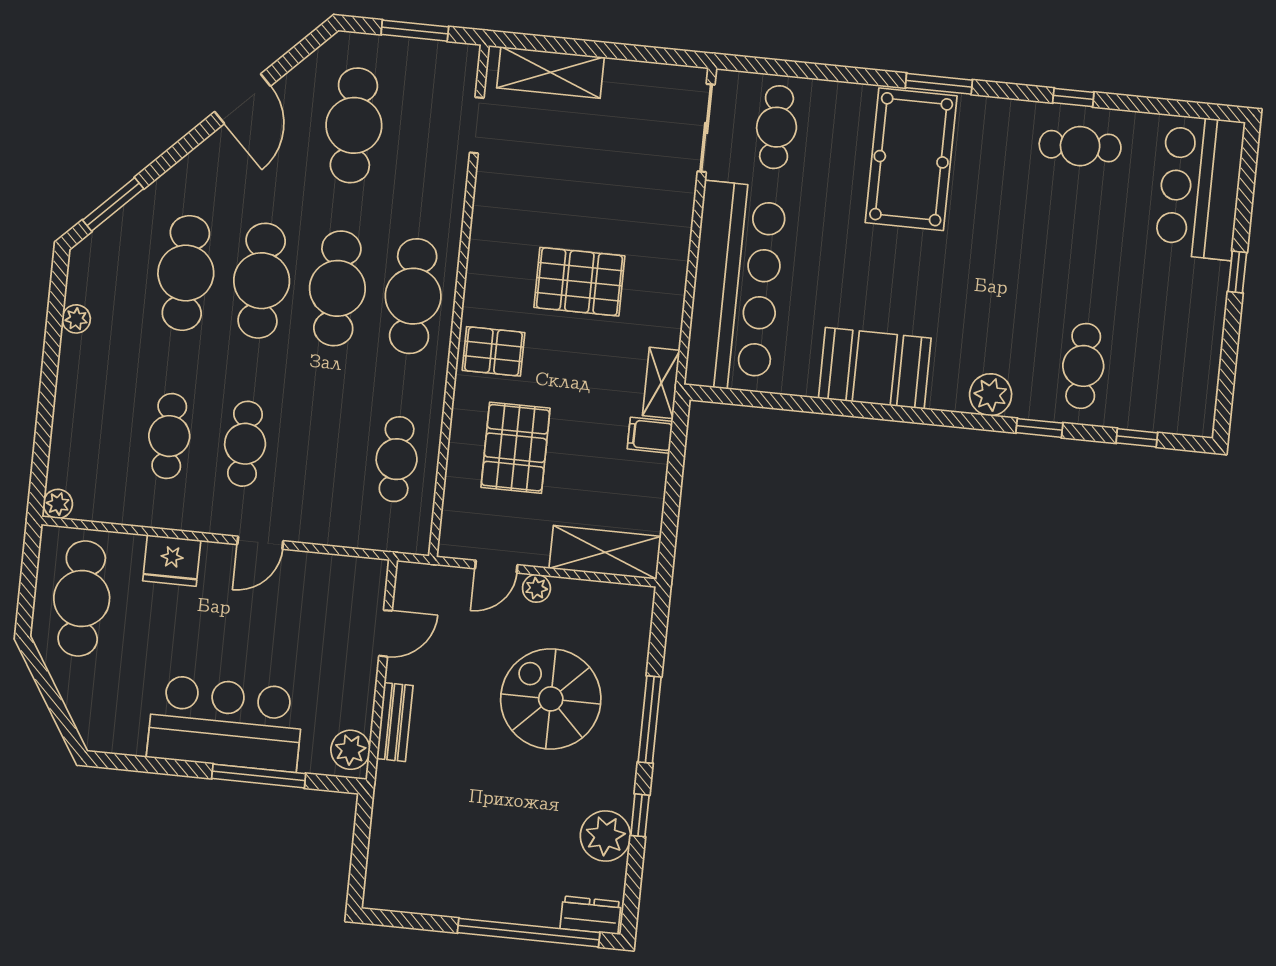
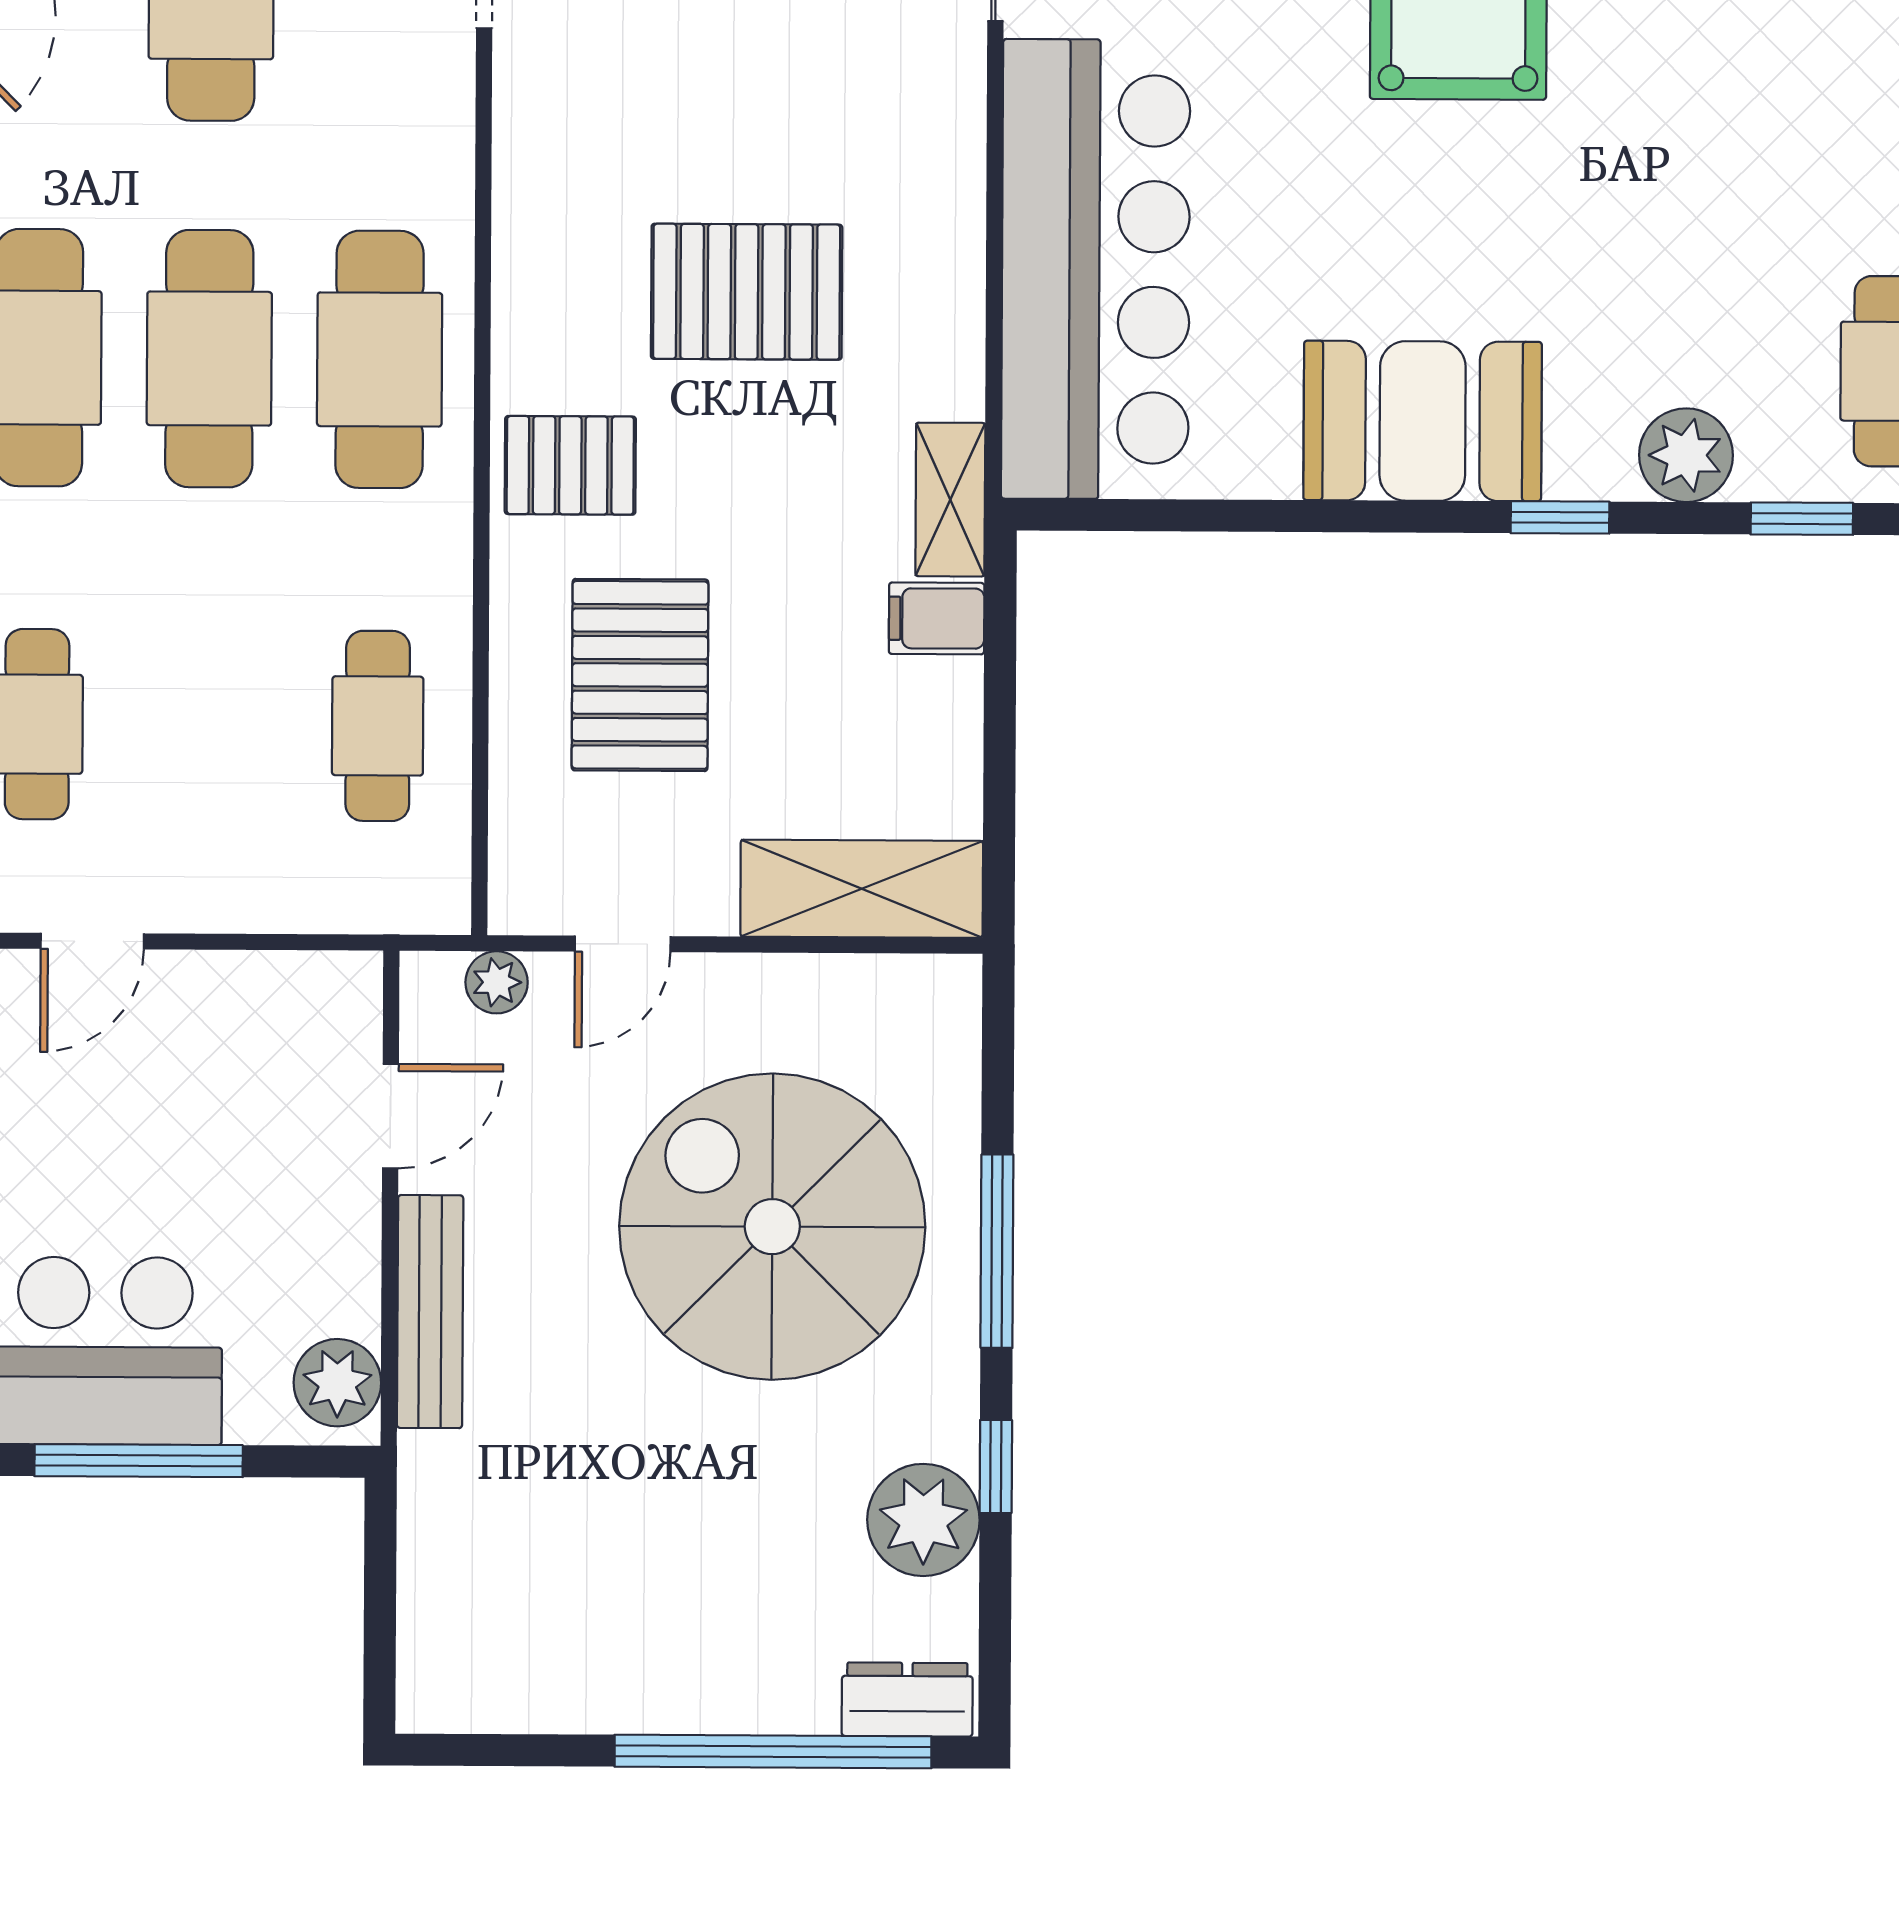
window: (932, 417) -> (1560, 517), added
plant: (536, 588) -> (497, 982), moved
spiral stairs: (551, 699) -> (772, 1227), width x1.37, depth x1.37
bench: (395, 722) -> (430, 1312), width x1.36

